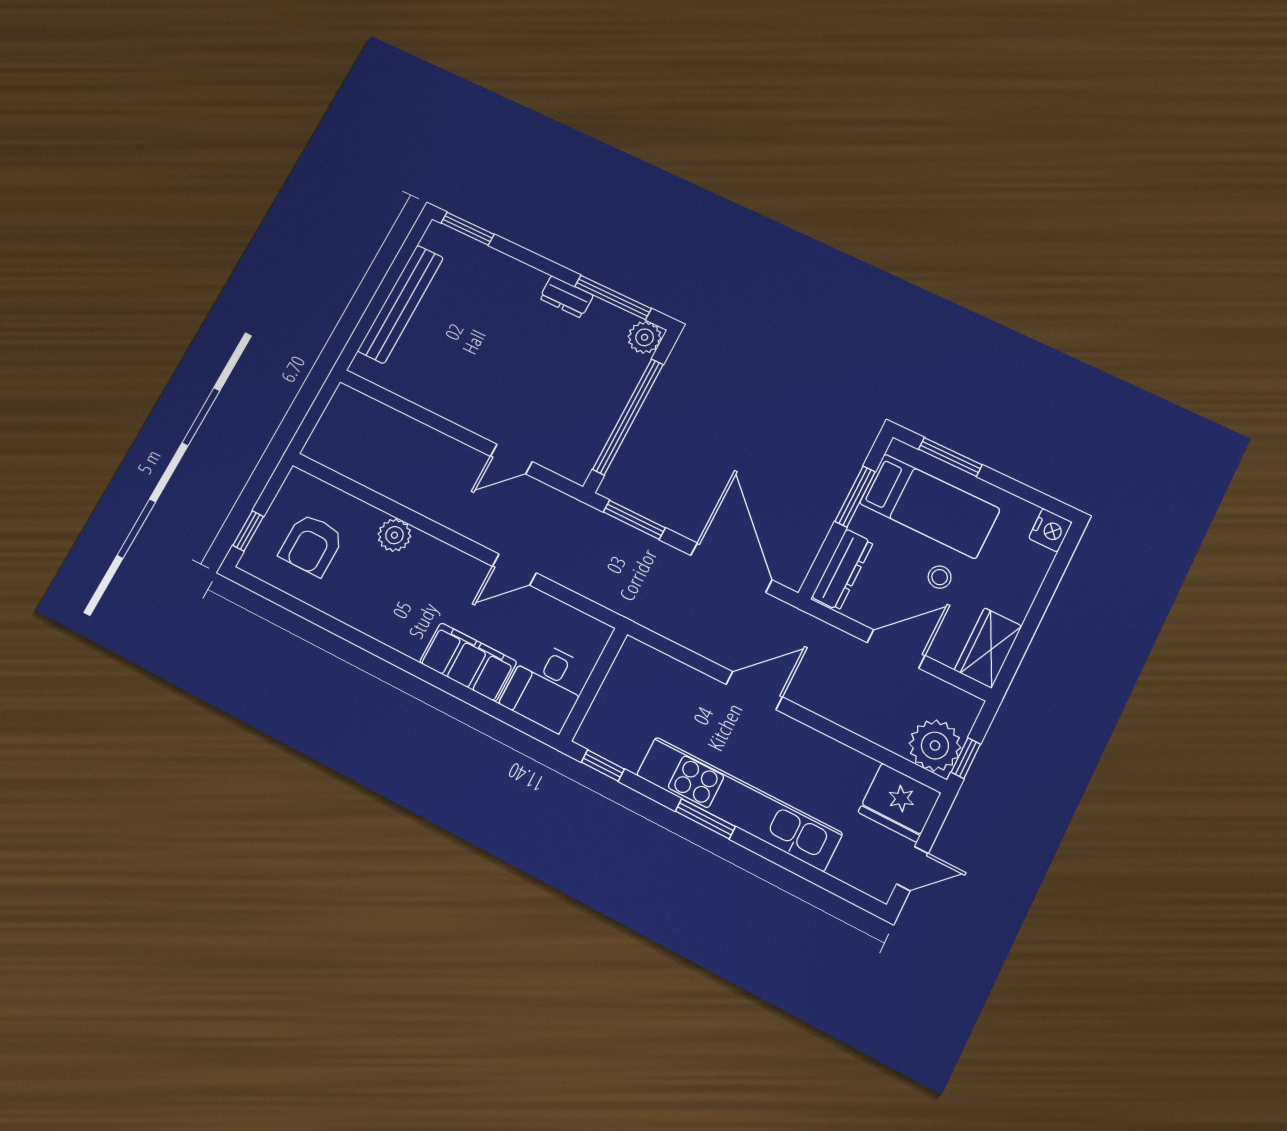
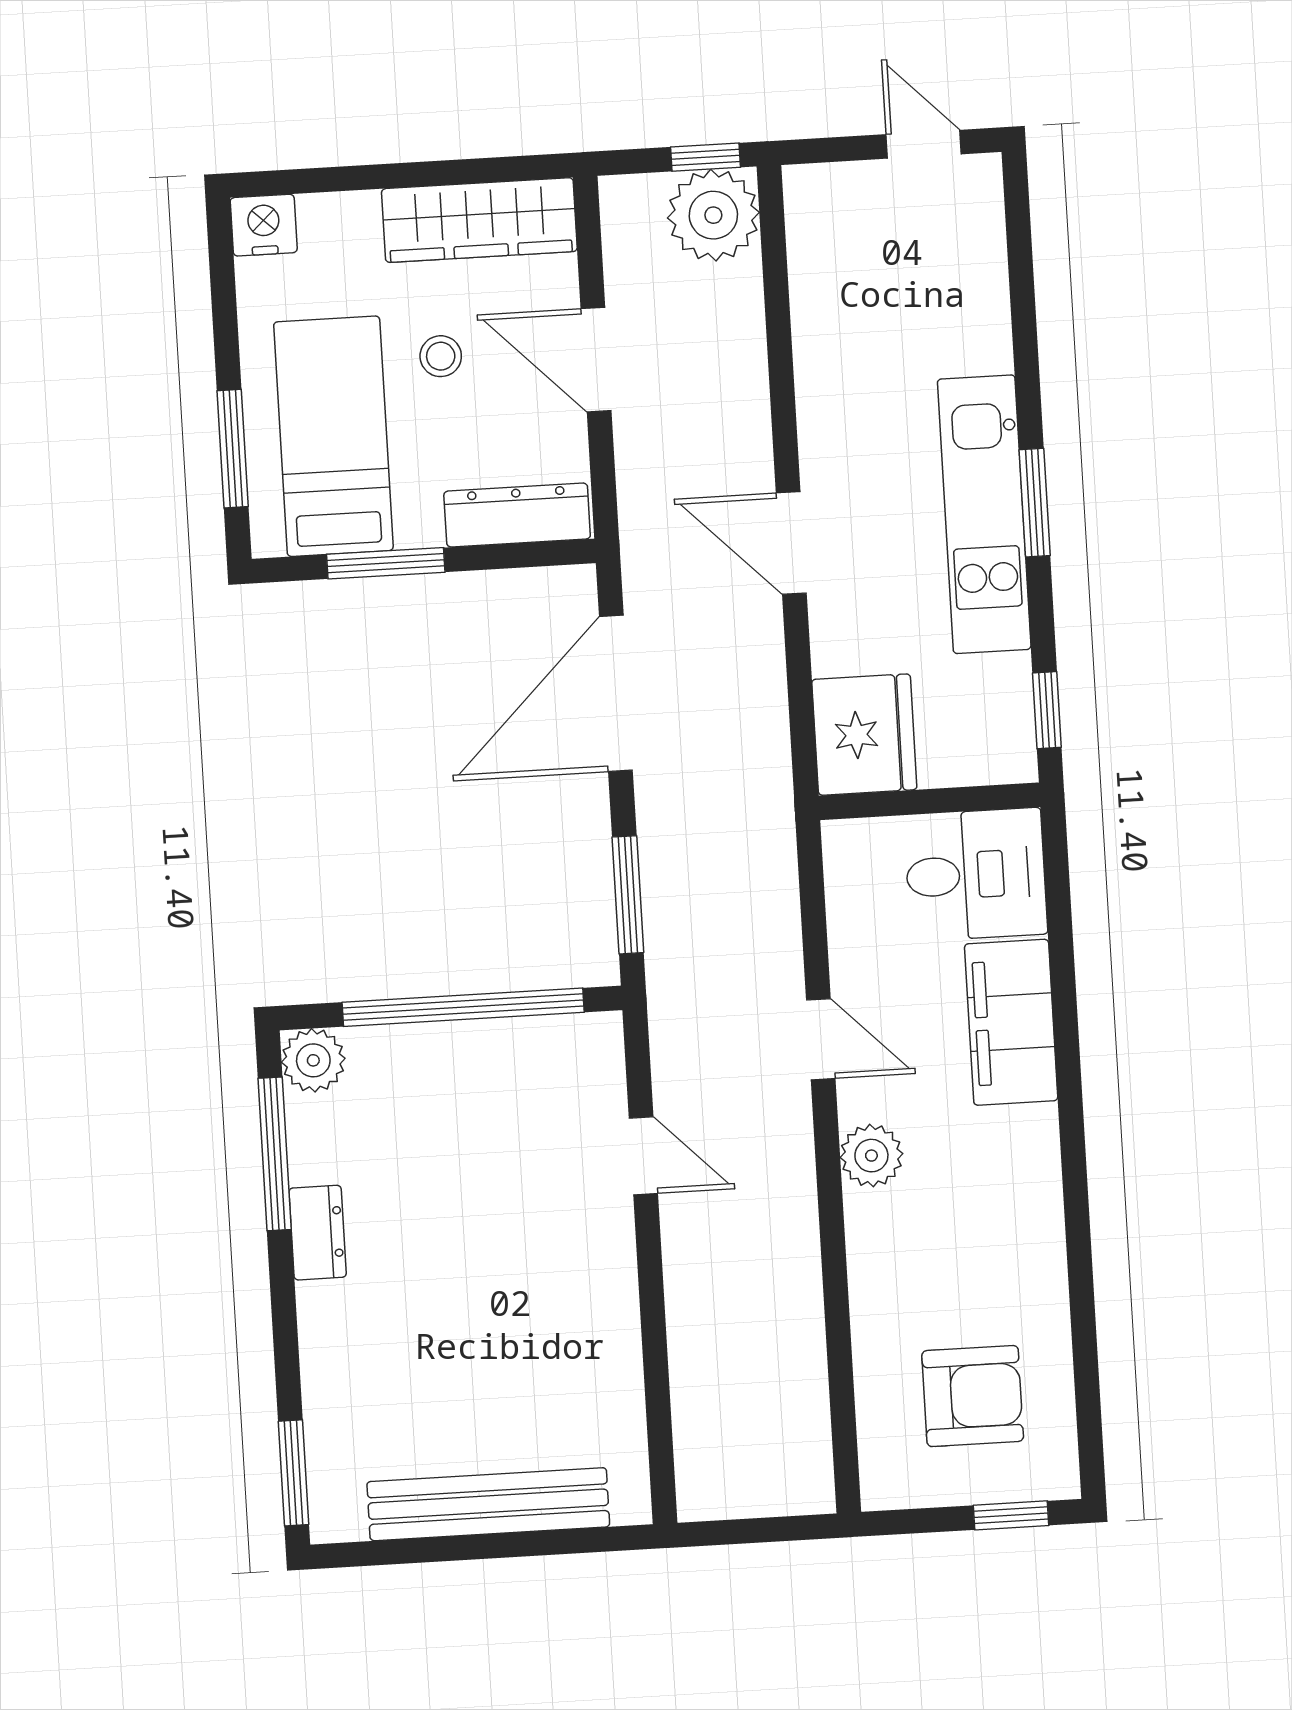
plant: (394, 535) -> (871, 1156), moved
wardrobe: (988, 648) -> (479, 220), width x1.50
fridge: (899, 802) -> (864, 735), moved
kitchen unit: (739, 804) -> (984, 514), width x0.73

